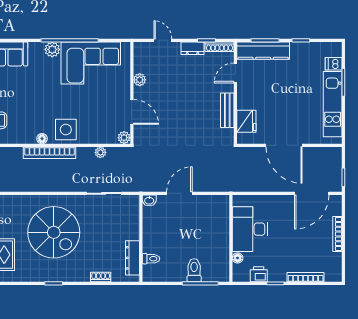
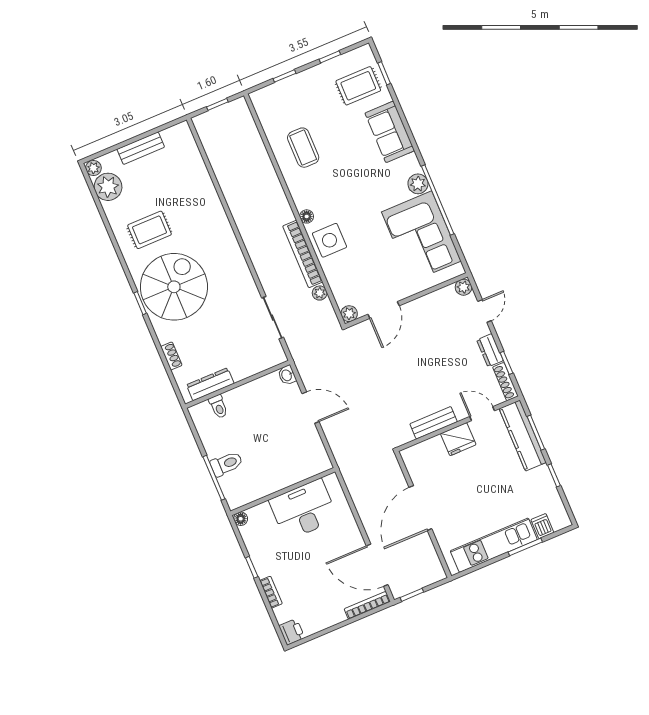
plant: (140, 80) -> (463, 287), moved
fridge: (246, 121) -> (458, 439), moved
bookcase: (49, 153) -> (303, 254), moved
spiral stairs: (54, 232) -> (174, 287), moved, turned 180
bookcase: (337, 234) -> (367, 605), moved
floor lamp: (238, 258) -> (241, 519), moved
printer: (259, 274) -> (292, 632), moved
bookcase: (306, 277) -> (271, 592), width x0.64

